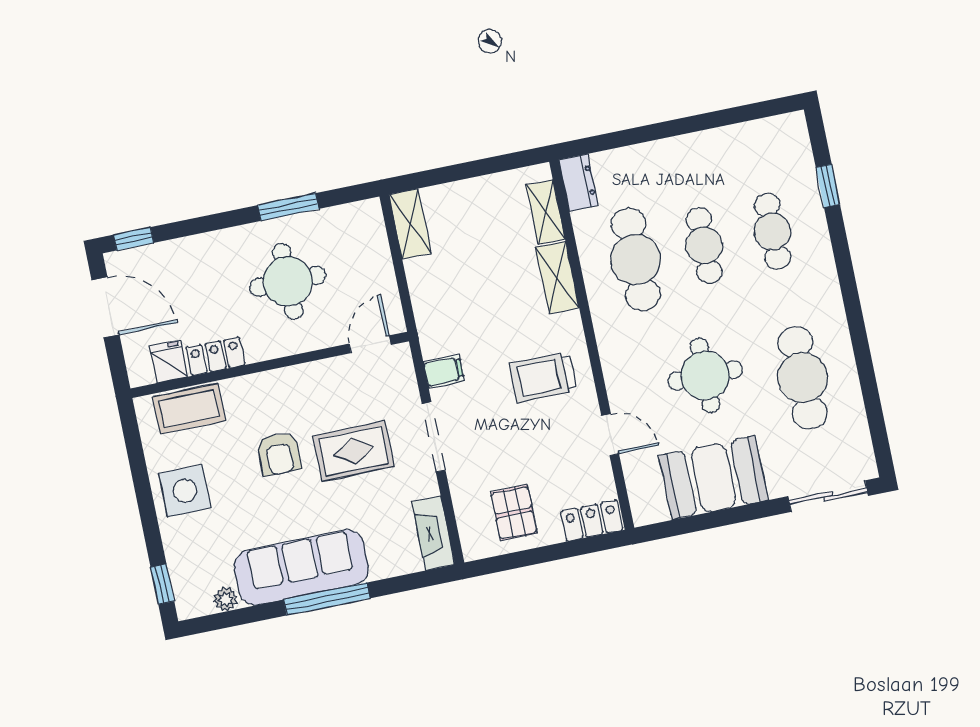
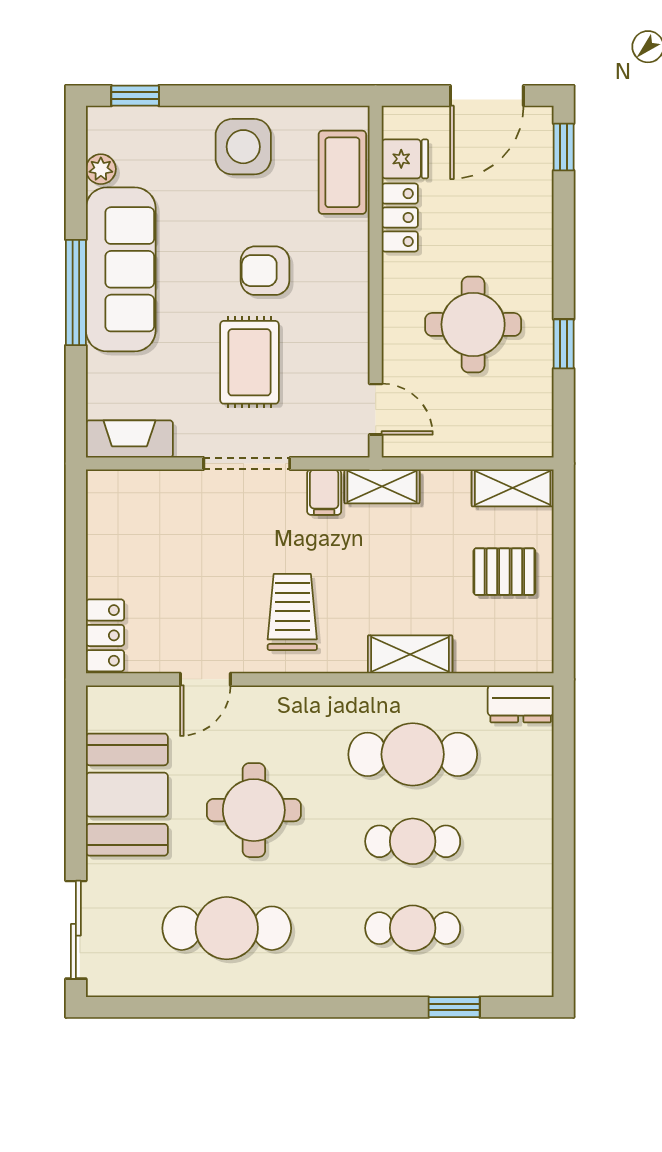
window: (288, 207) -> (564, 344), width x0.67
shelving: (546, 212) -> (382, 486), moved
pallet: (514, 513) -> (504, 572), moved

